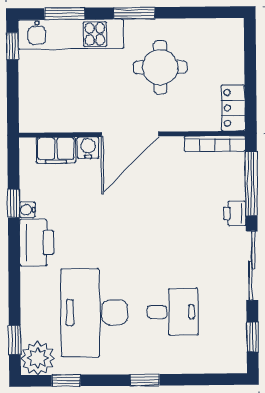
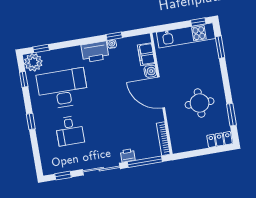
window: (134, 13) -> (231, 115), moved
kitchen unit: (71, 34) -> (186, 35), moved, turned -90
locker: (233, 108) -> (220, 139), moved

